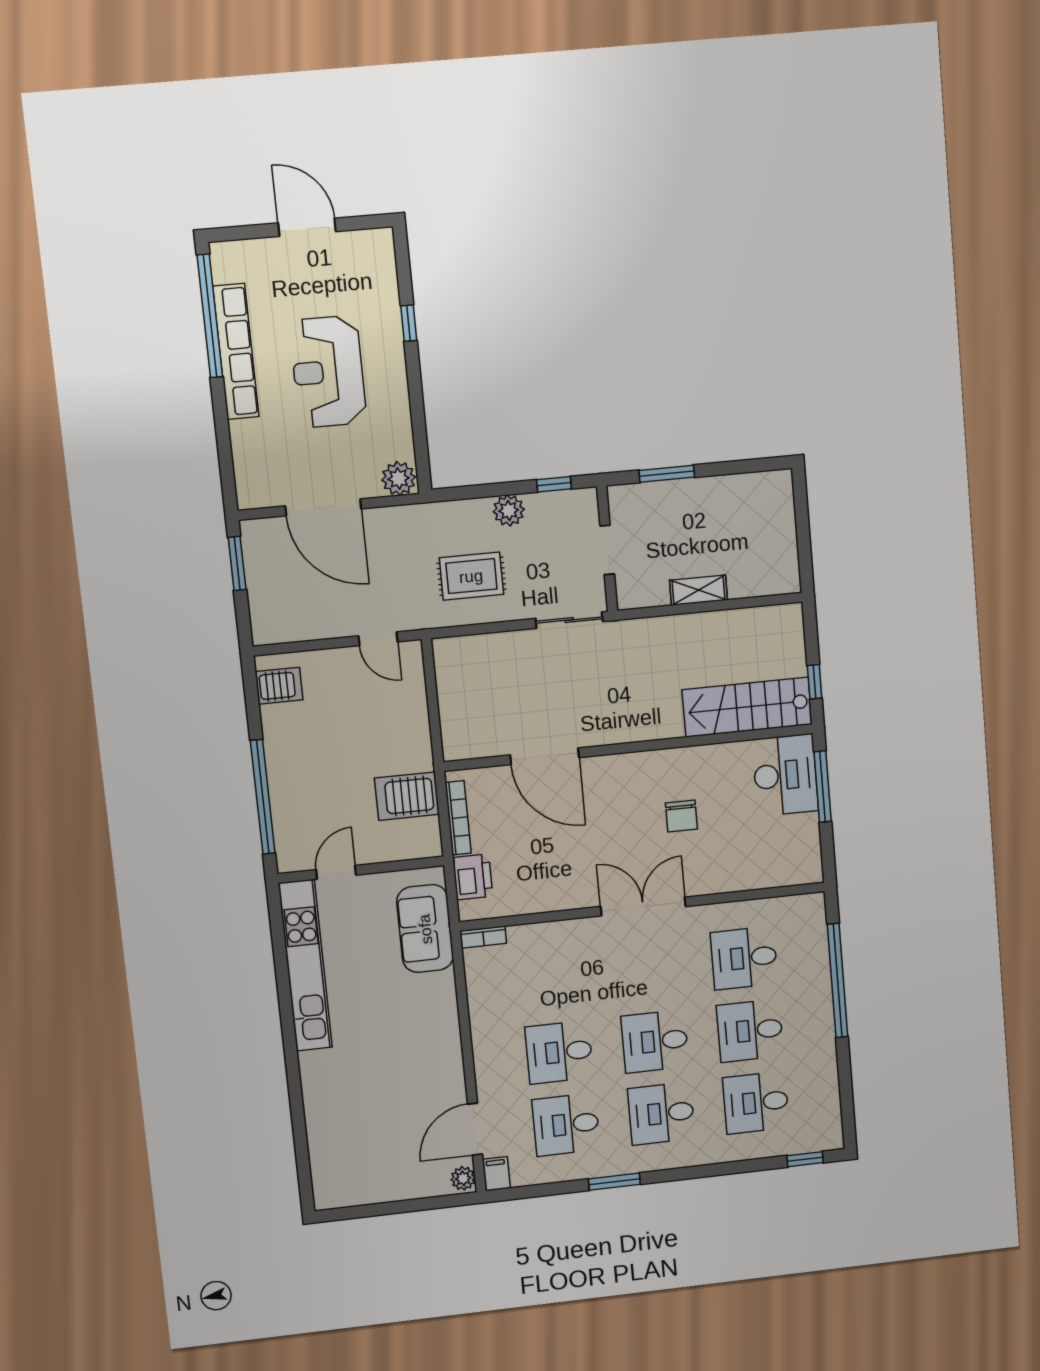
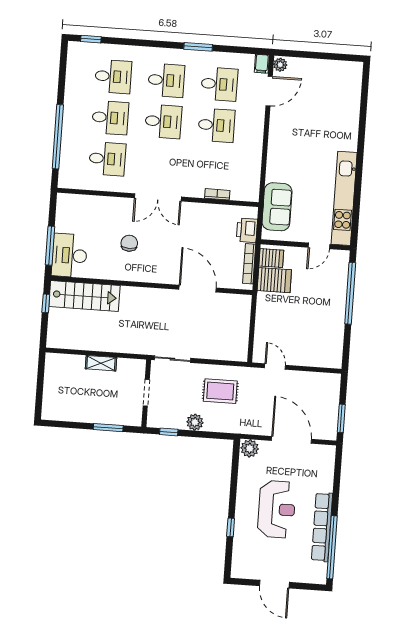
server rack: (279, 686) -> (271, 258), moved, turned 180
bookcase: (483, 937) -> (217, 194), moved

